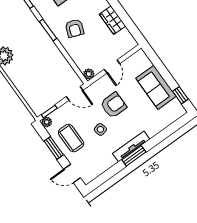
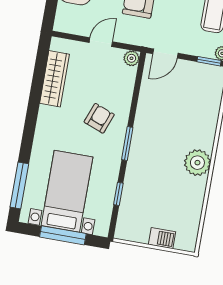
wardrobe: (113, 20) -> (55, 79), width x1.50
door: (75, 93) -> (165, 54), swing flipped

